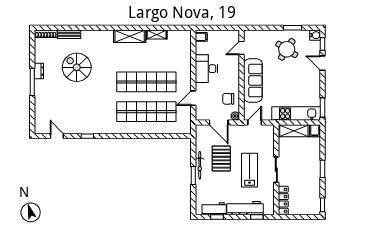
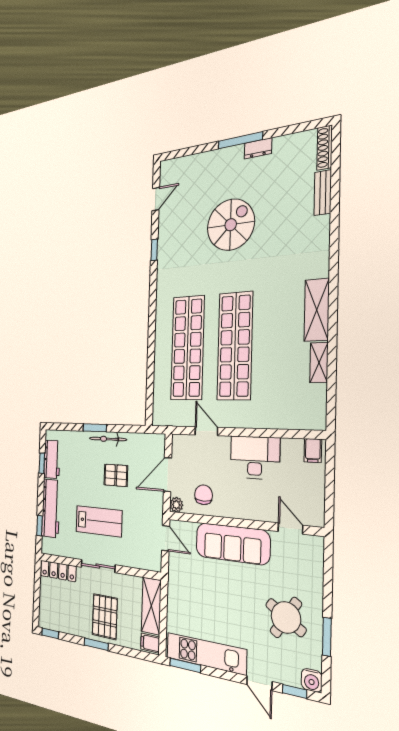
door: (323, 63) -> (259, 683), swing flipped
spiral stairs: (77, 67) -> (231, 225), moved
kitchen unit: (296, 114) -> (206, 653), moved, turned -90
pallet: (221, 159) -> (116, 475), width x0.67, depth x0.71
pallet: (305, 163) -> (105, 617), added

